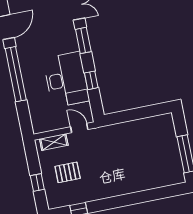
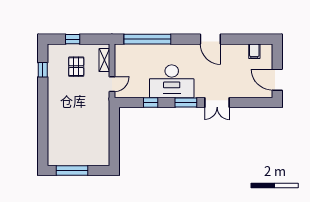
window: (16, 74) -> (147, 39), moved
desk: (66, 80) -> (172, 81), moved

